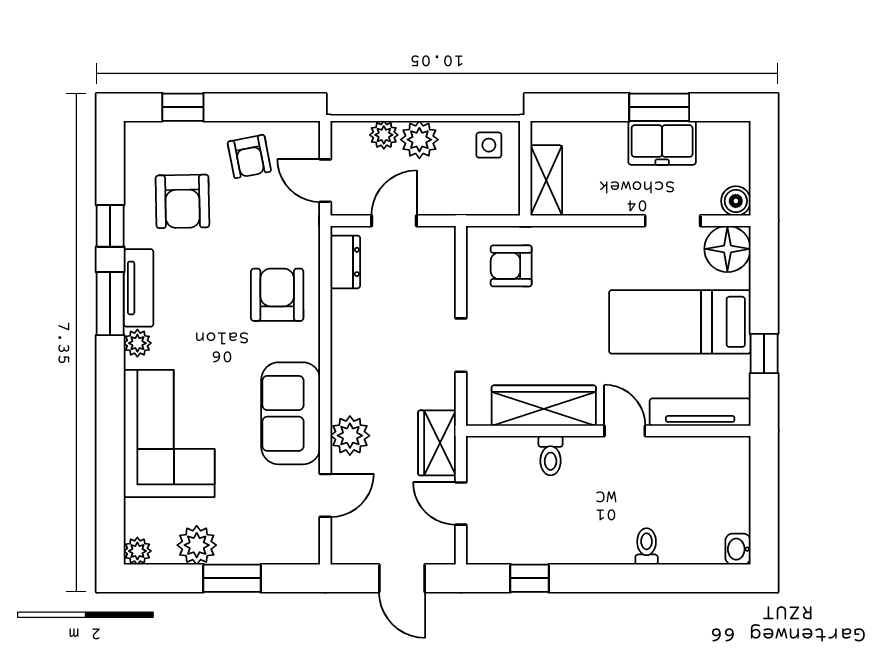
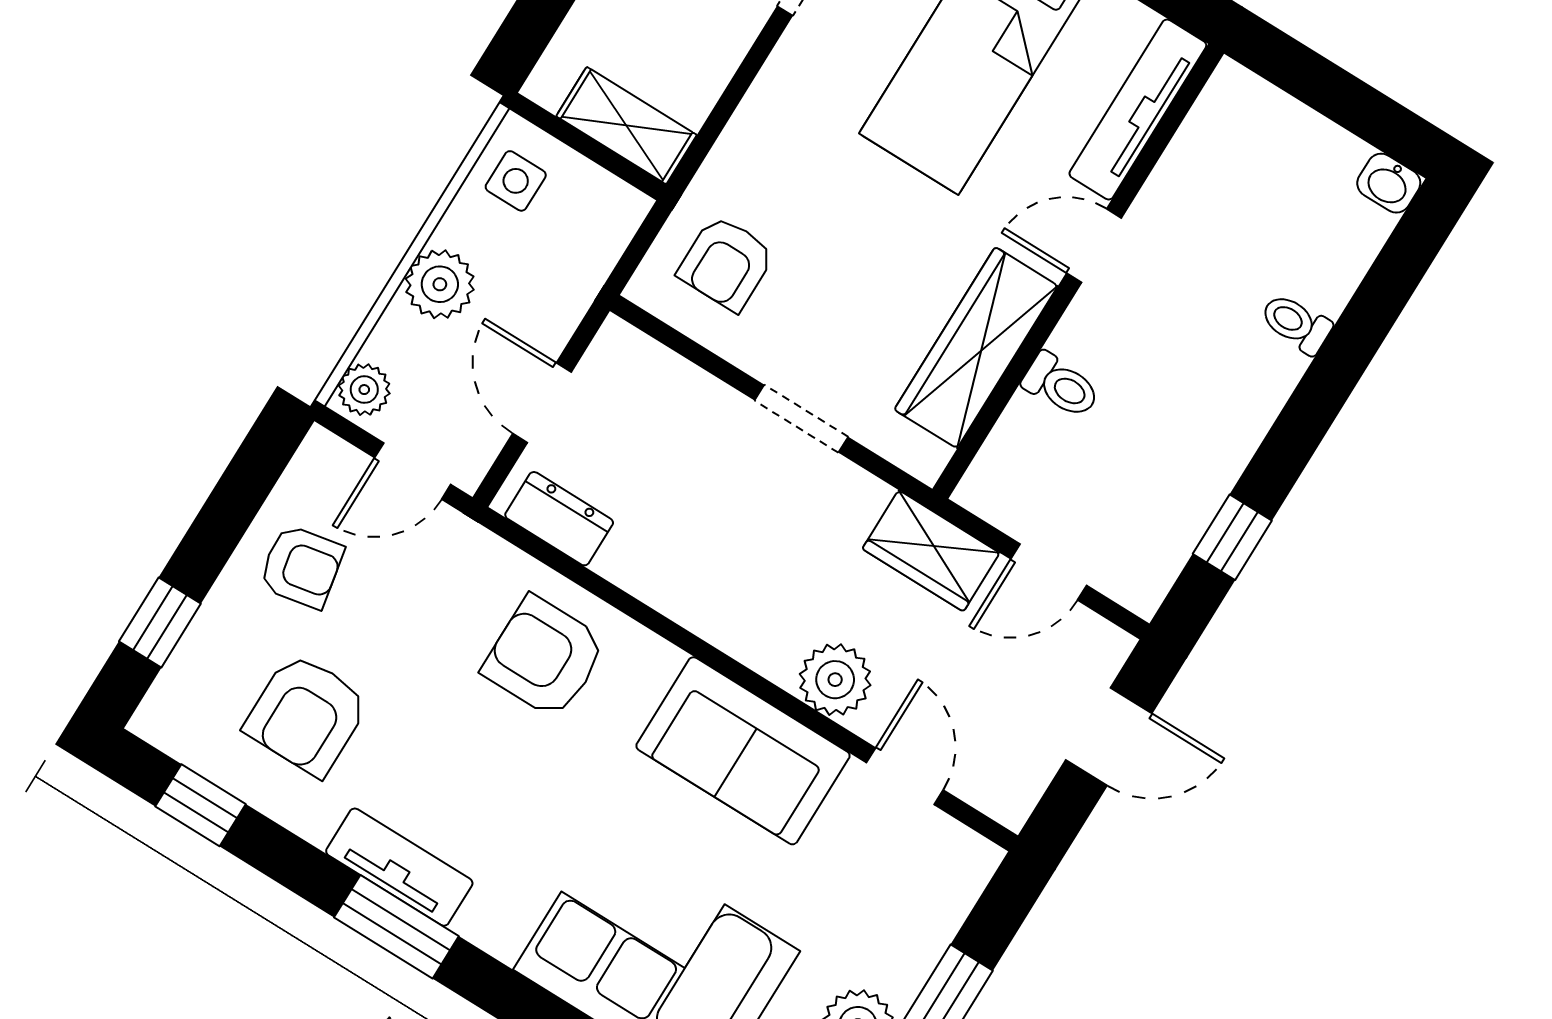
plant: (384, 135) -> (364, 390), moved
armchair: (182, 201) -> (307, 715), turned 91
window: (110, 226) -> (201, 805), moved
plant: (137, 343) -> (485, 922), removed

